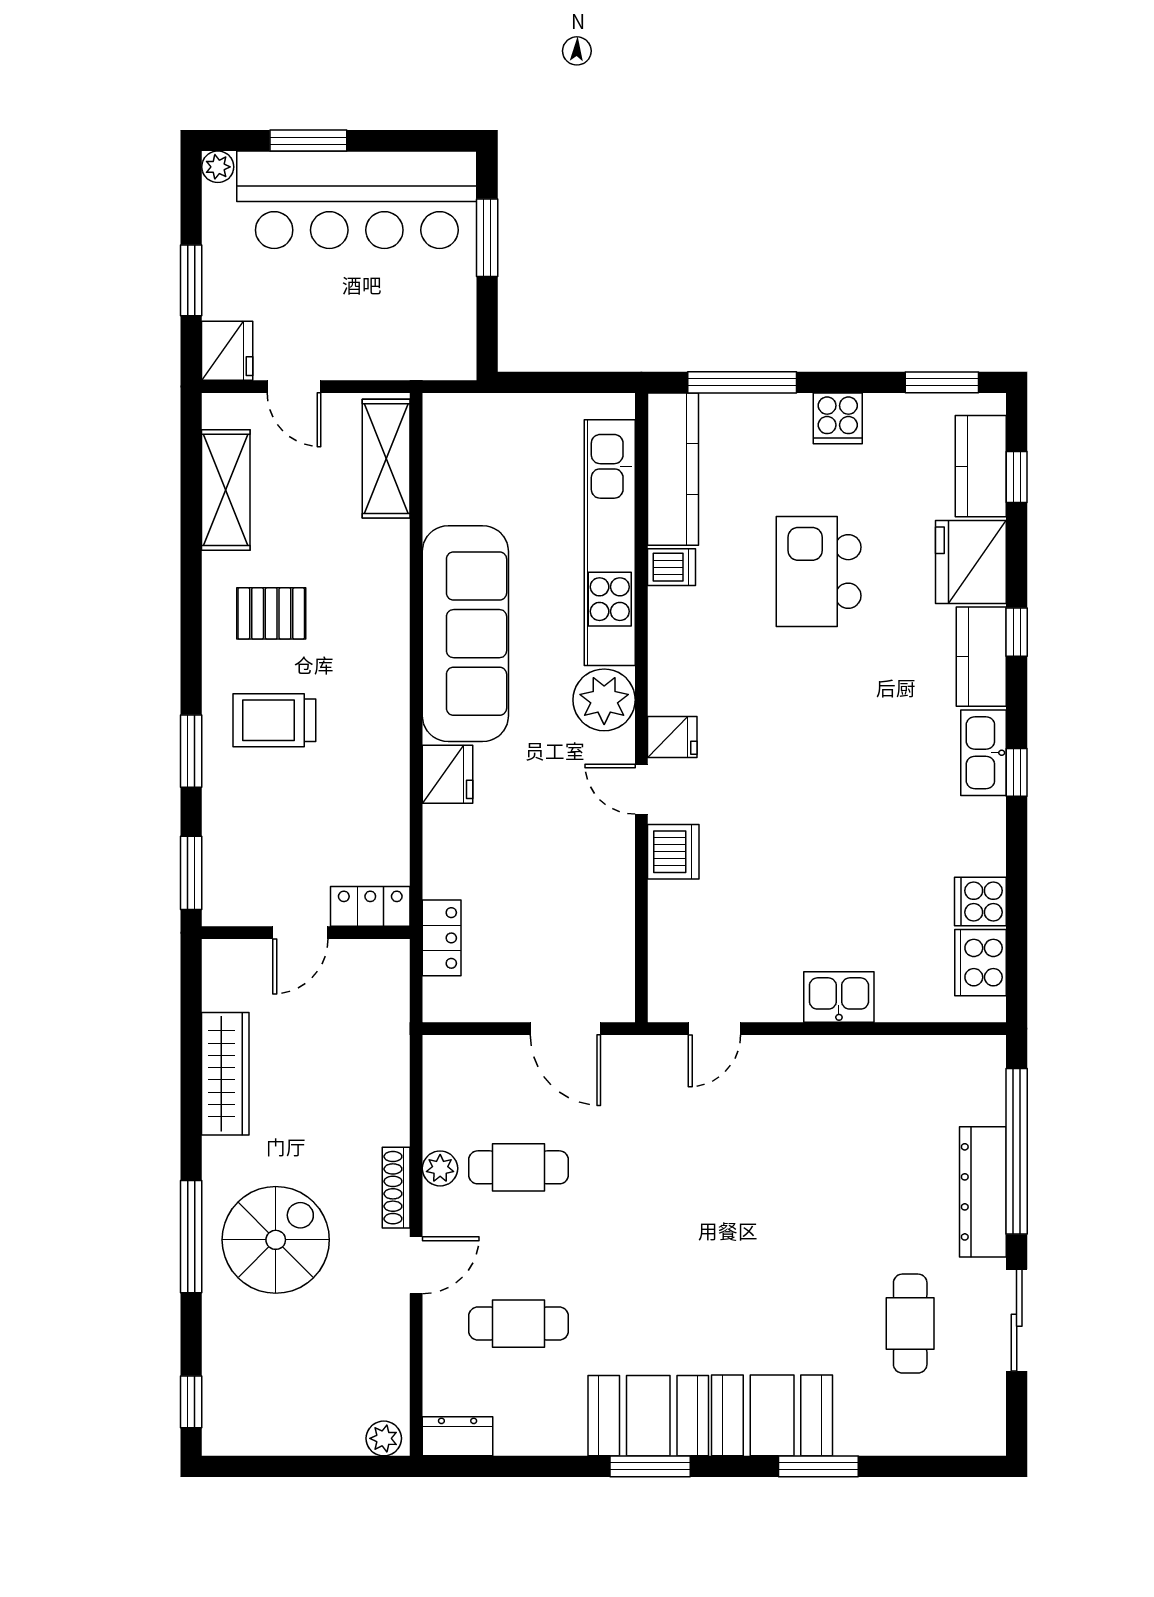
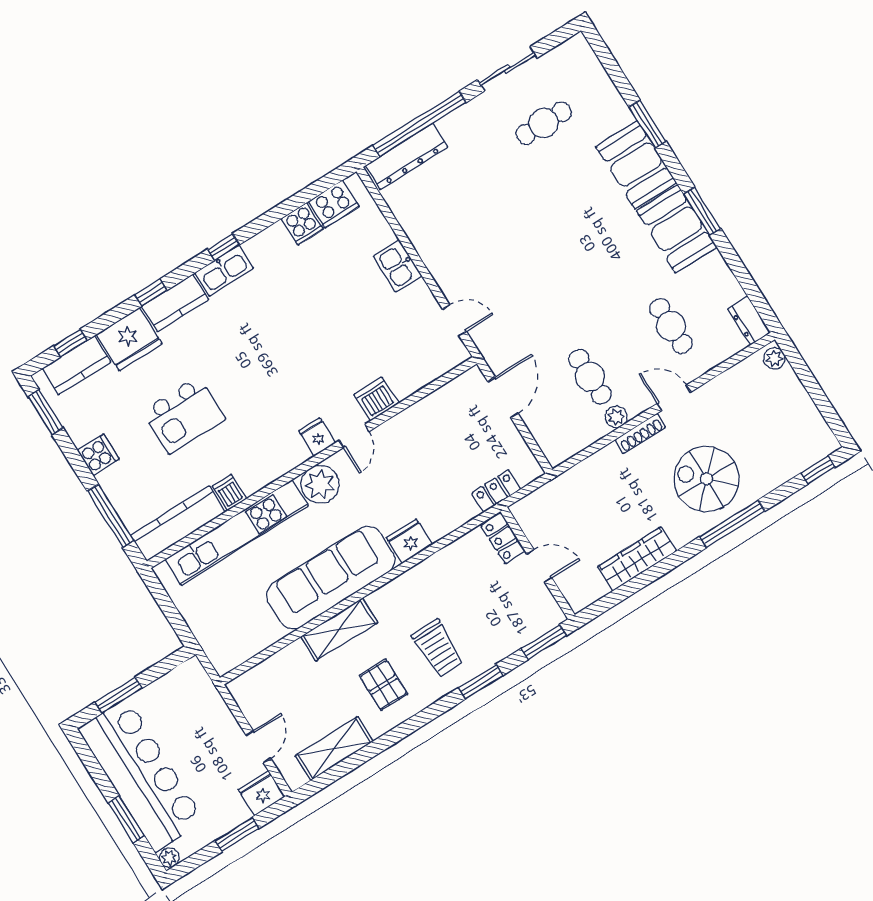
shelving: (386, 459) -> (339, 630), moved
dresser: (983, 1192) -> (407, 156), moved

